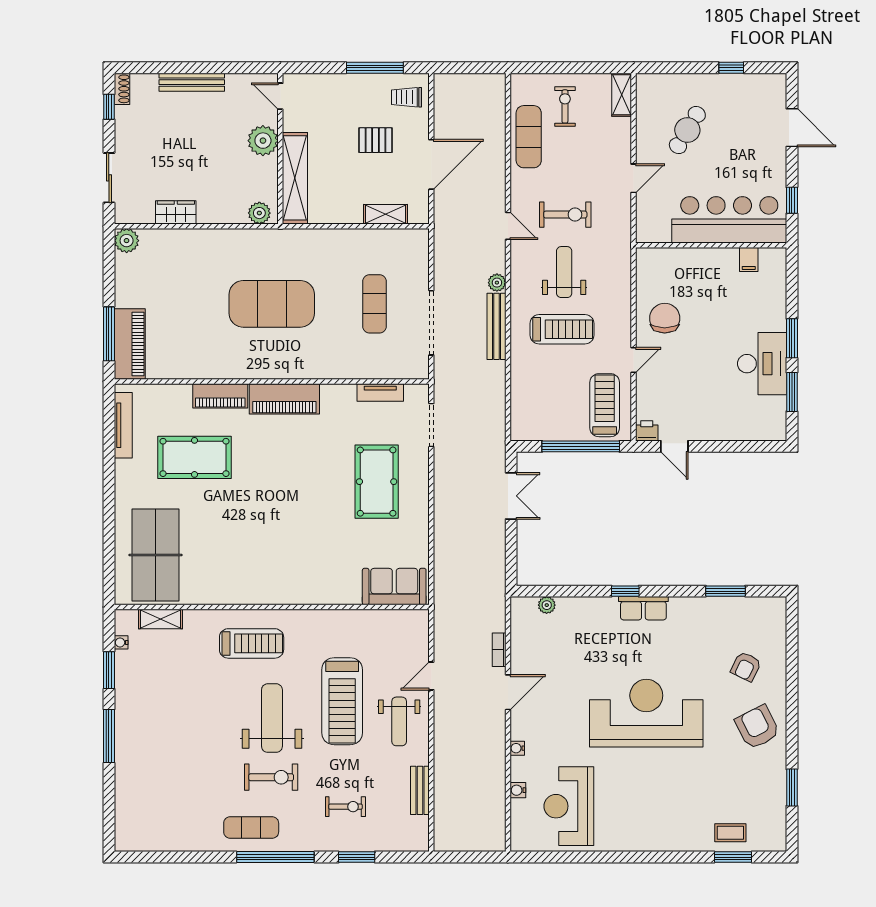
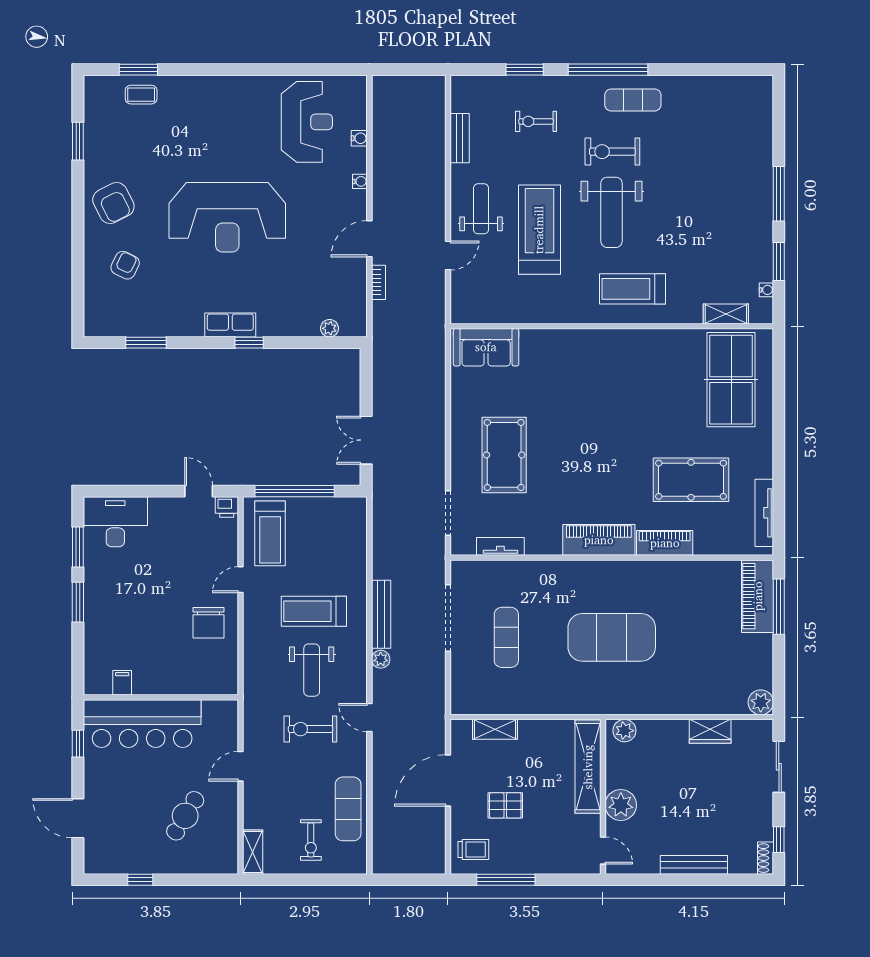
desk: (762, 364) -> (115, 522), moved, turned 90

